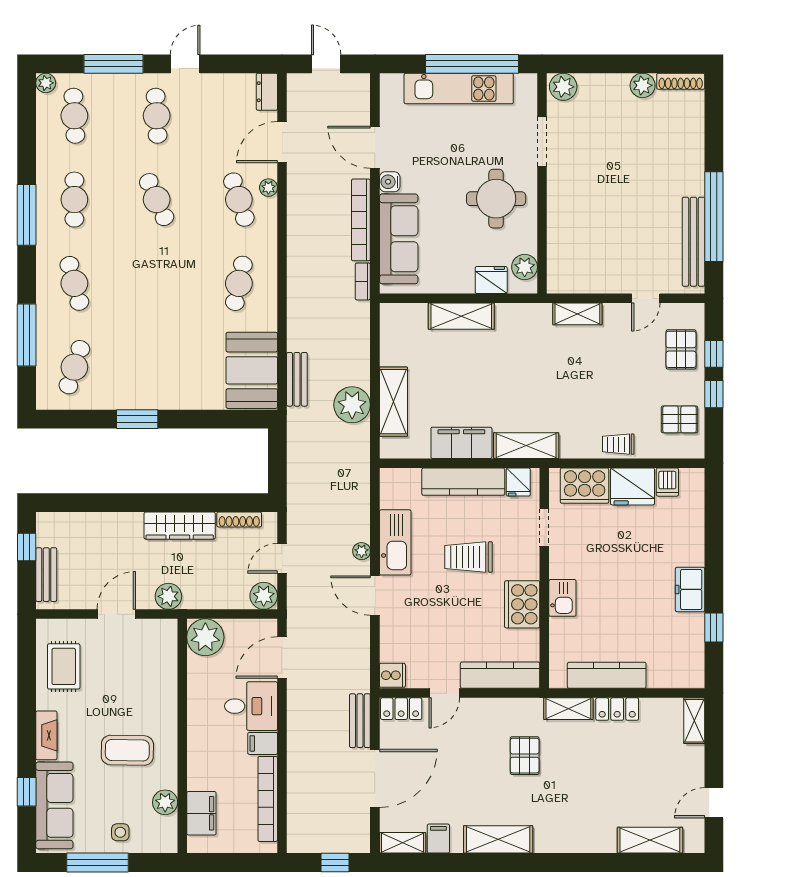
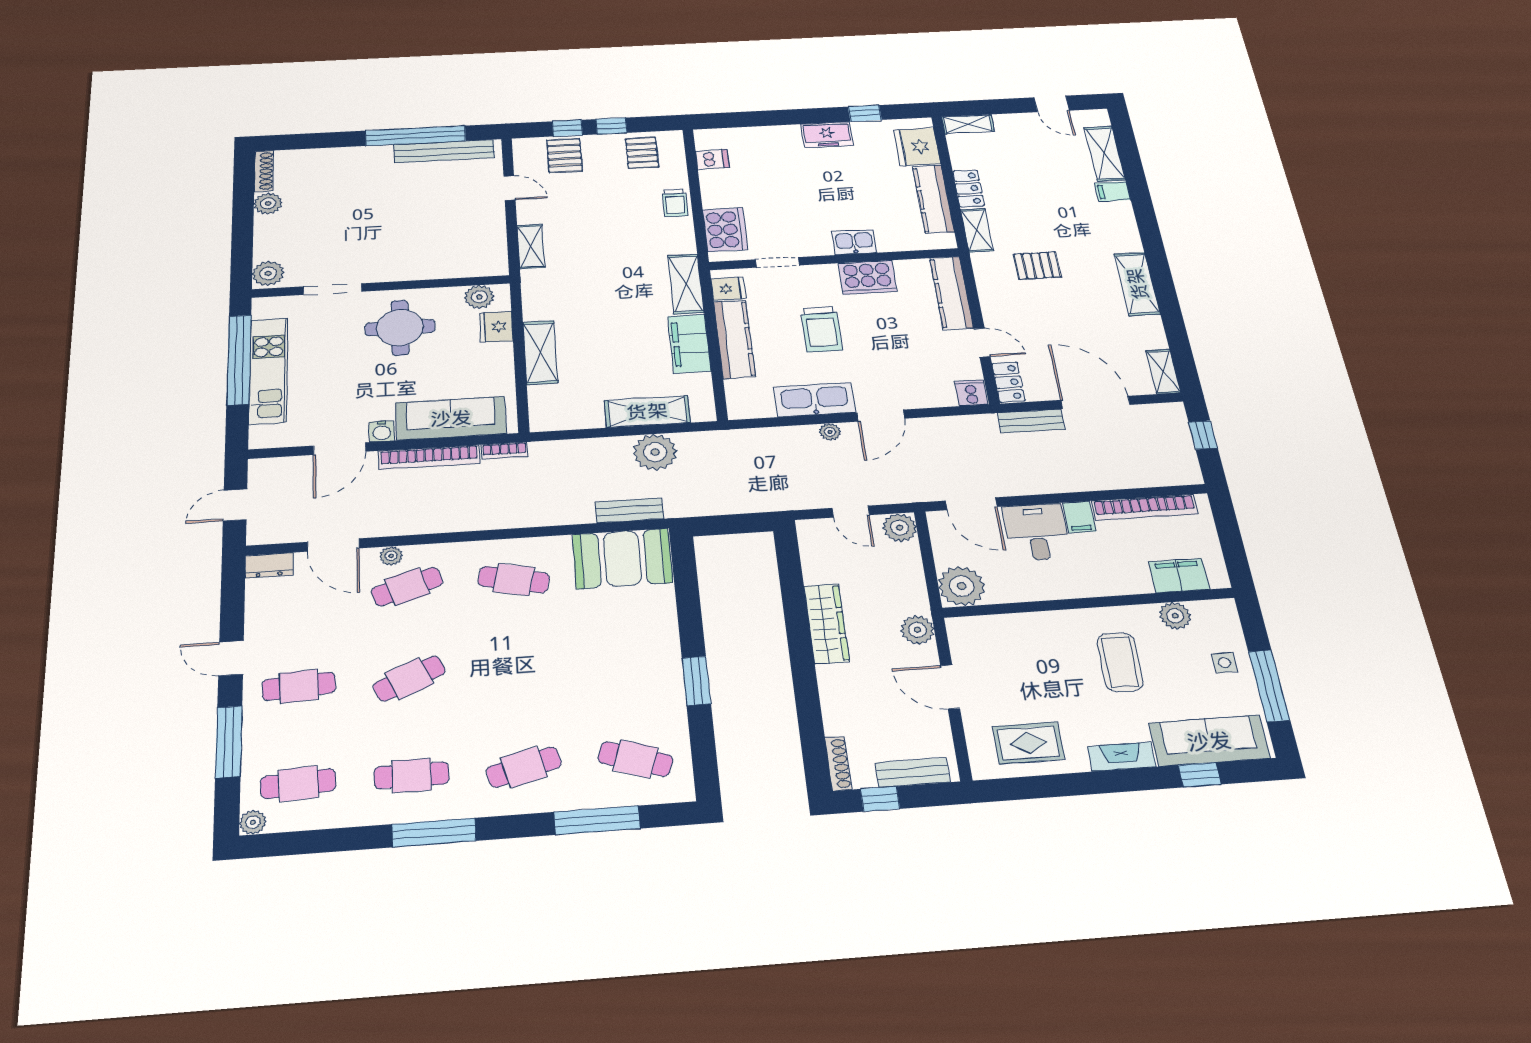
pallet: (681, 349) -> (564, 155), turned 90
fridge: (633, 486) -> (917, 147), moved, turned 180
shoe rack: (239, 520) -> (838, 764), moved
filing cabinet: (438, 839) -> (1112, 192), moved

